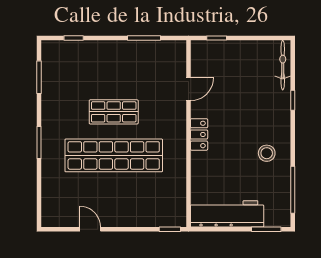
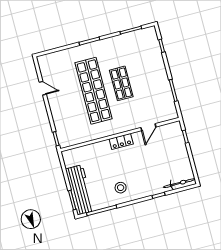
door: (188, 89) -> (148, 127), hinge flipped
workbench: (227, 214) -> (80, 190), moved
door: (90, 229) -> (43, 88), hinge flipped

